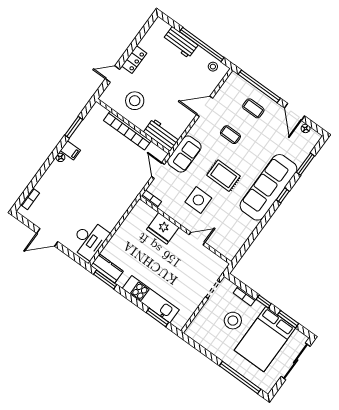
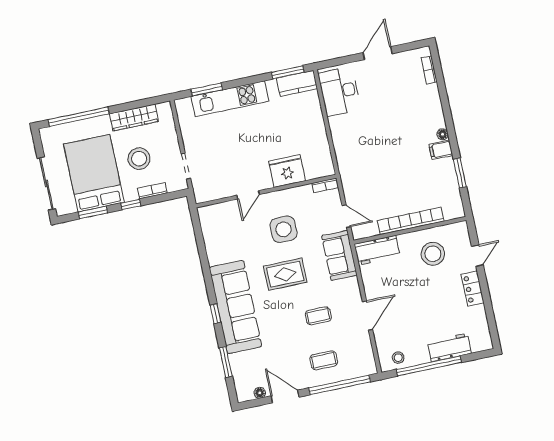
wardrobe: (212, 345) -> (134, 118), added

